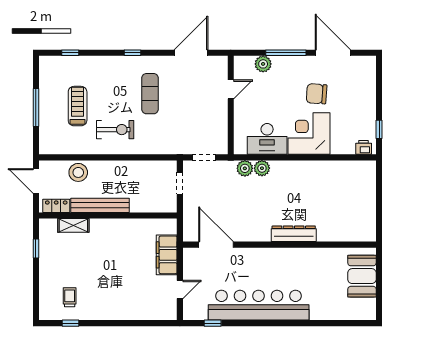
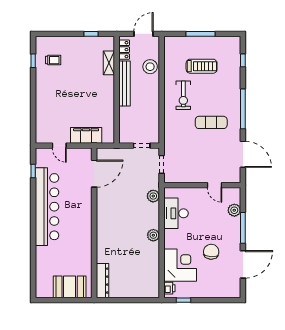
window: (133, 53) -> (243, 109), width x3.17
corner desk: (309, 134) -> (180, 265), moved
plant: (262, 168) -> (153, 235), moved
dresser: (294, 234) -> (102, 281), moved

